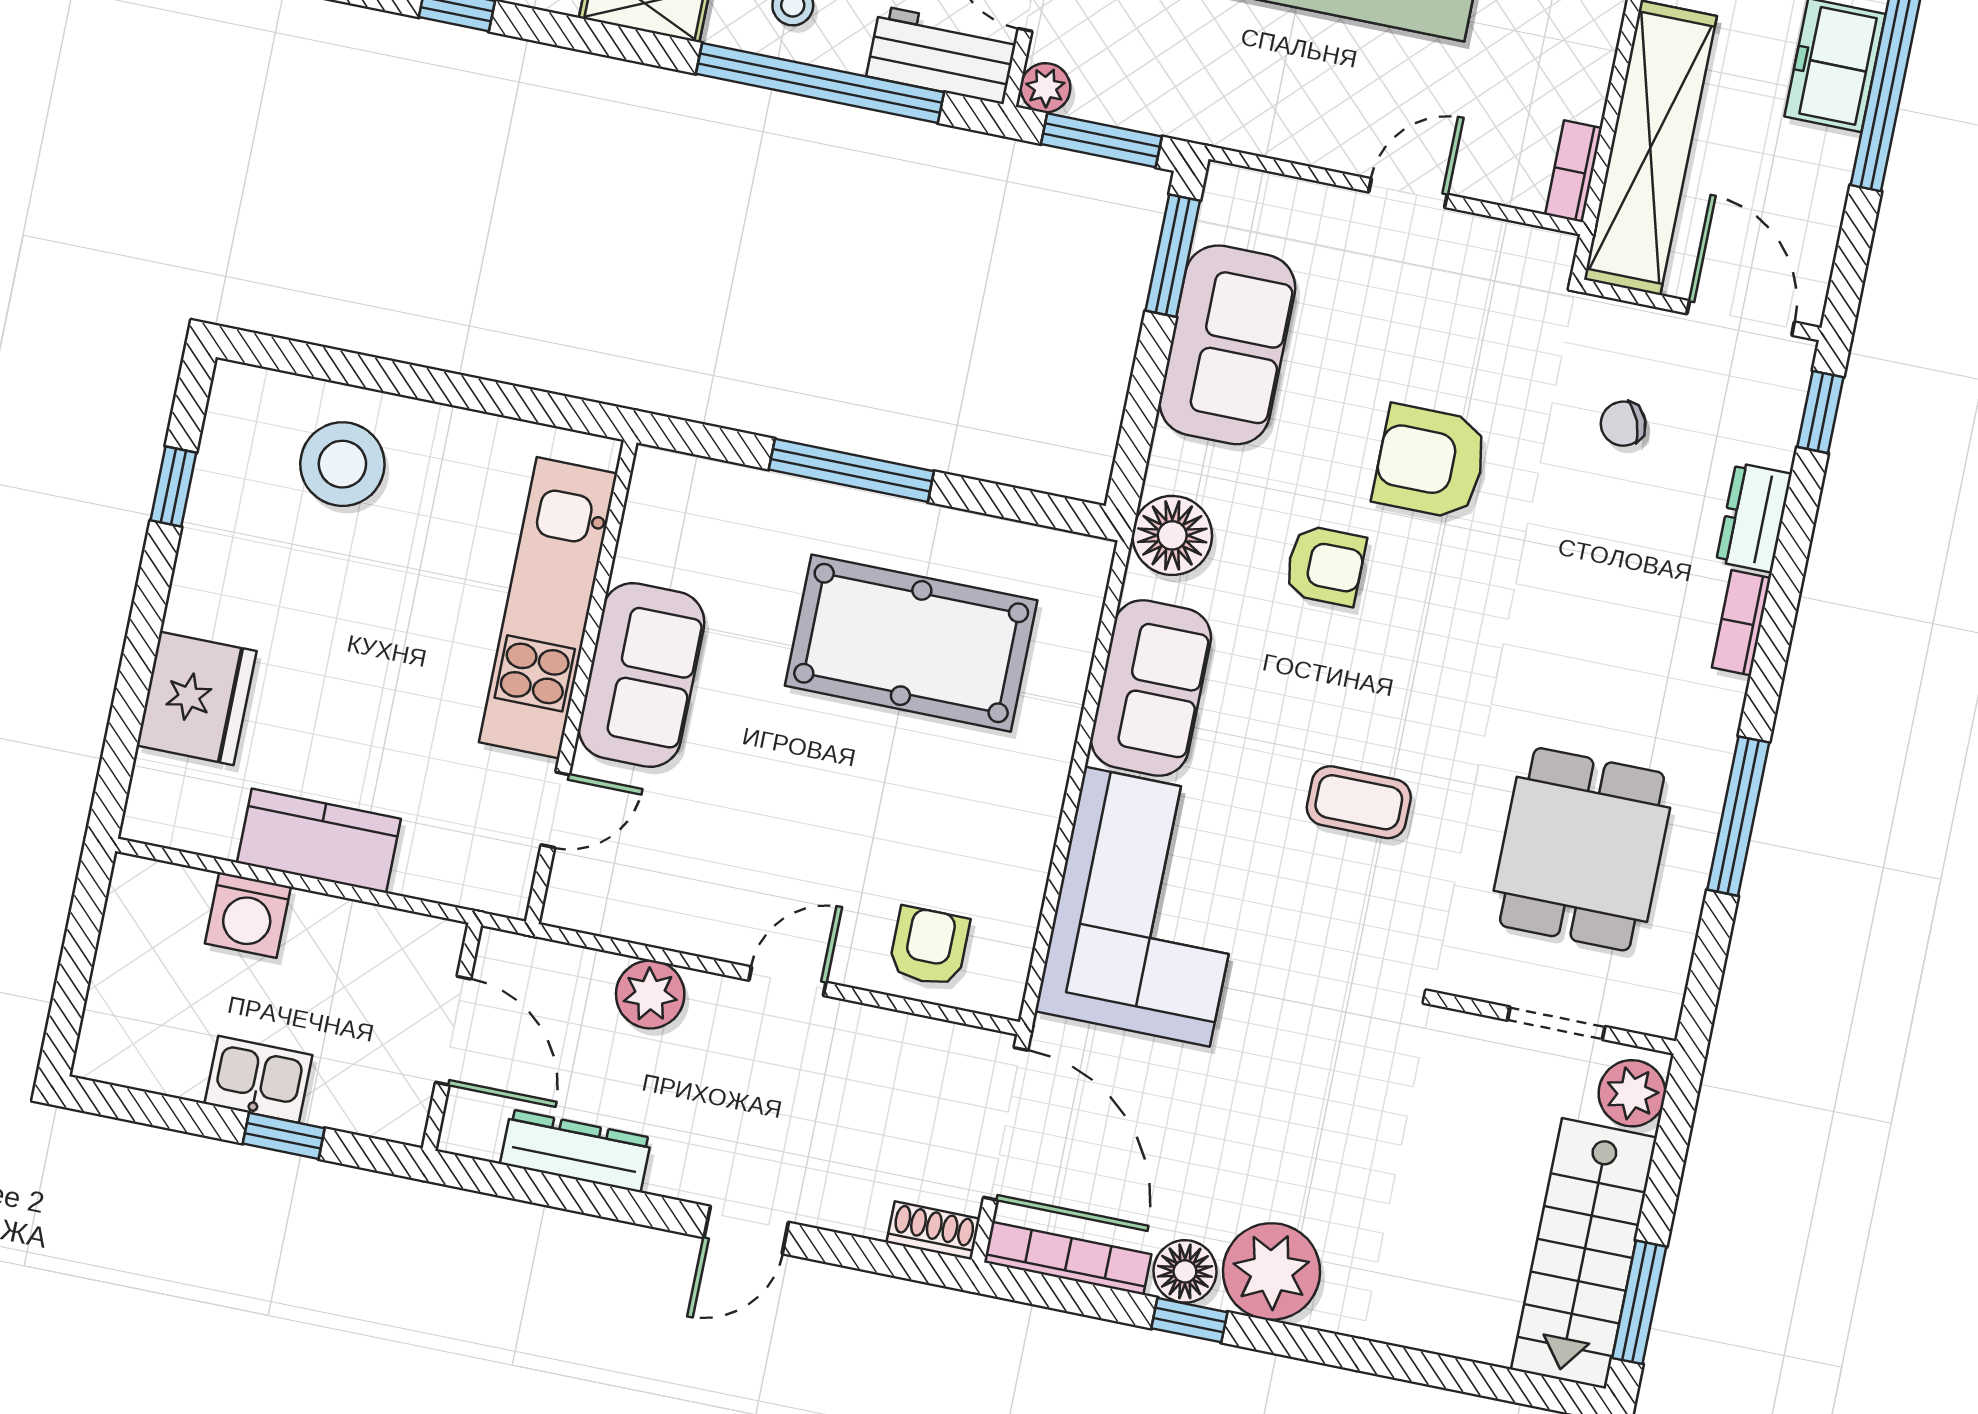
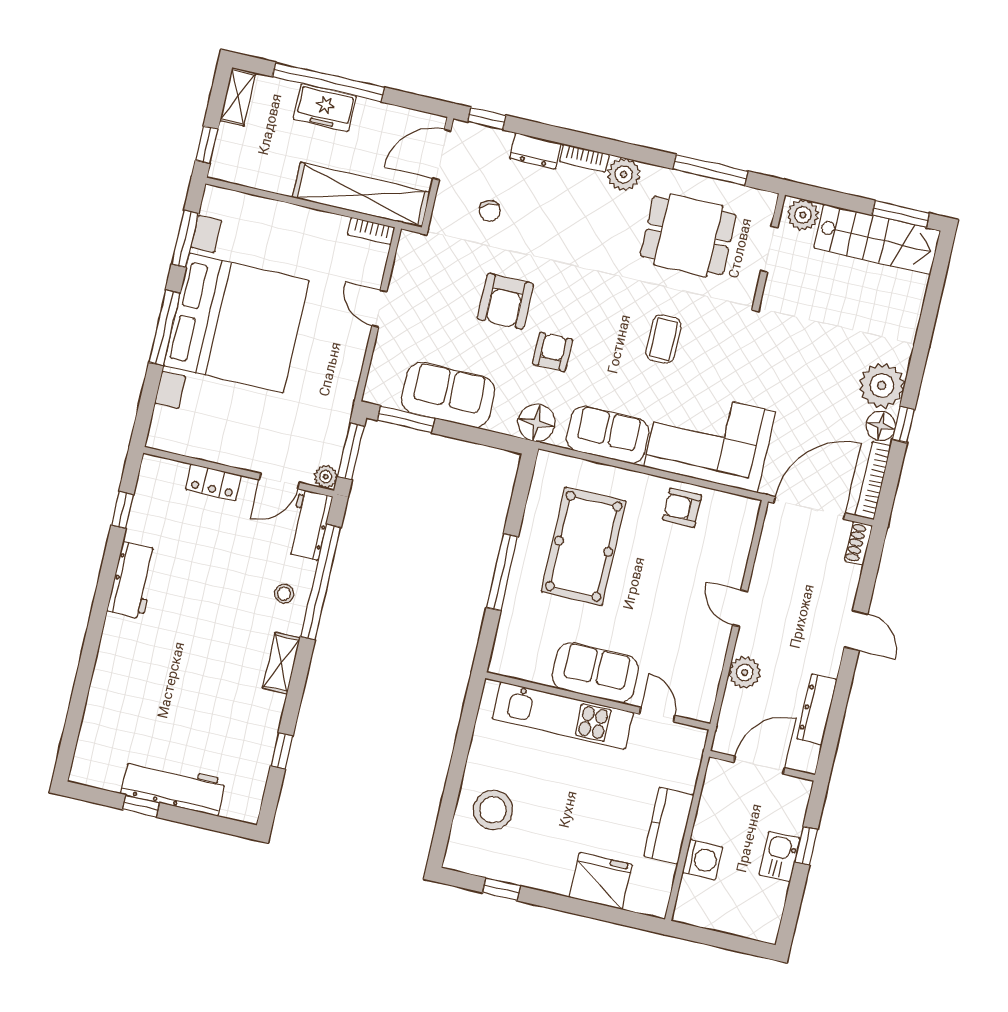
plant: (1709, 708) -> (624, 174), added
window: (1738, 816) -> (710, 170), moved
armchair: (929, 946) -> (682, 508), moved

